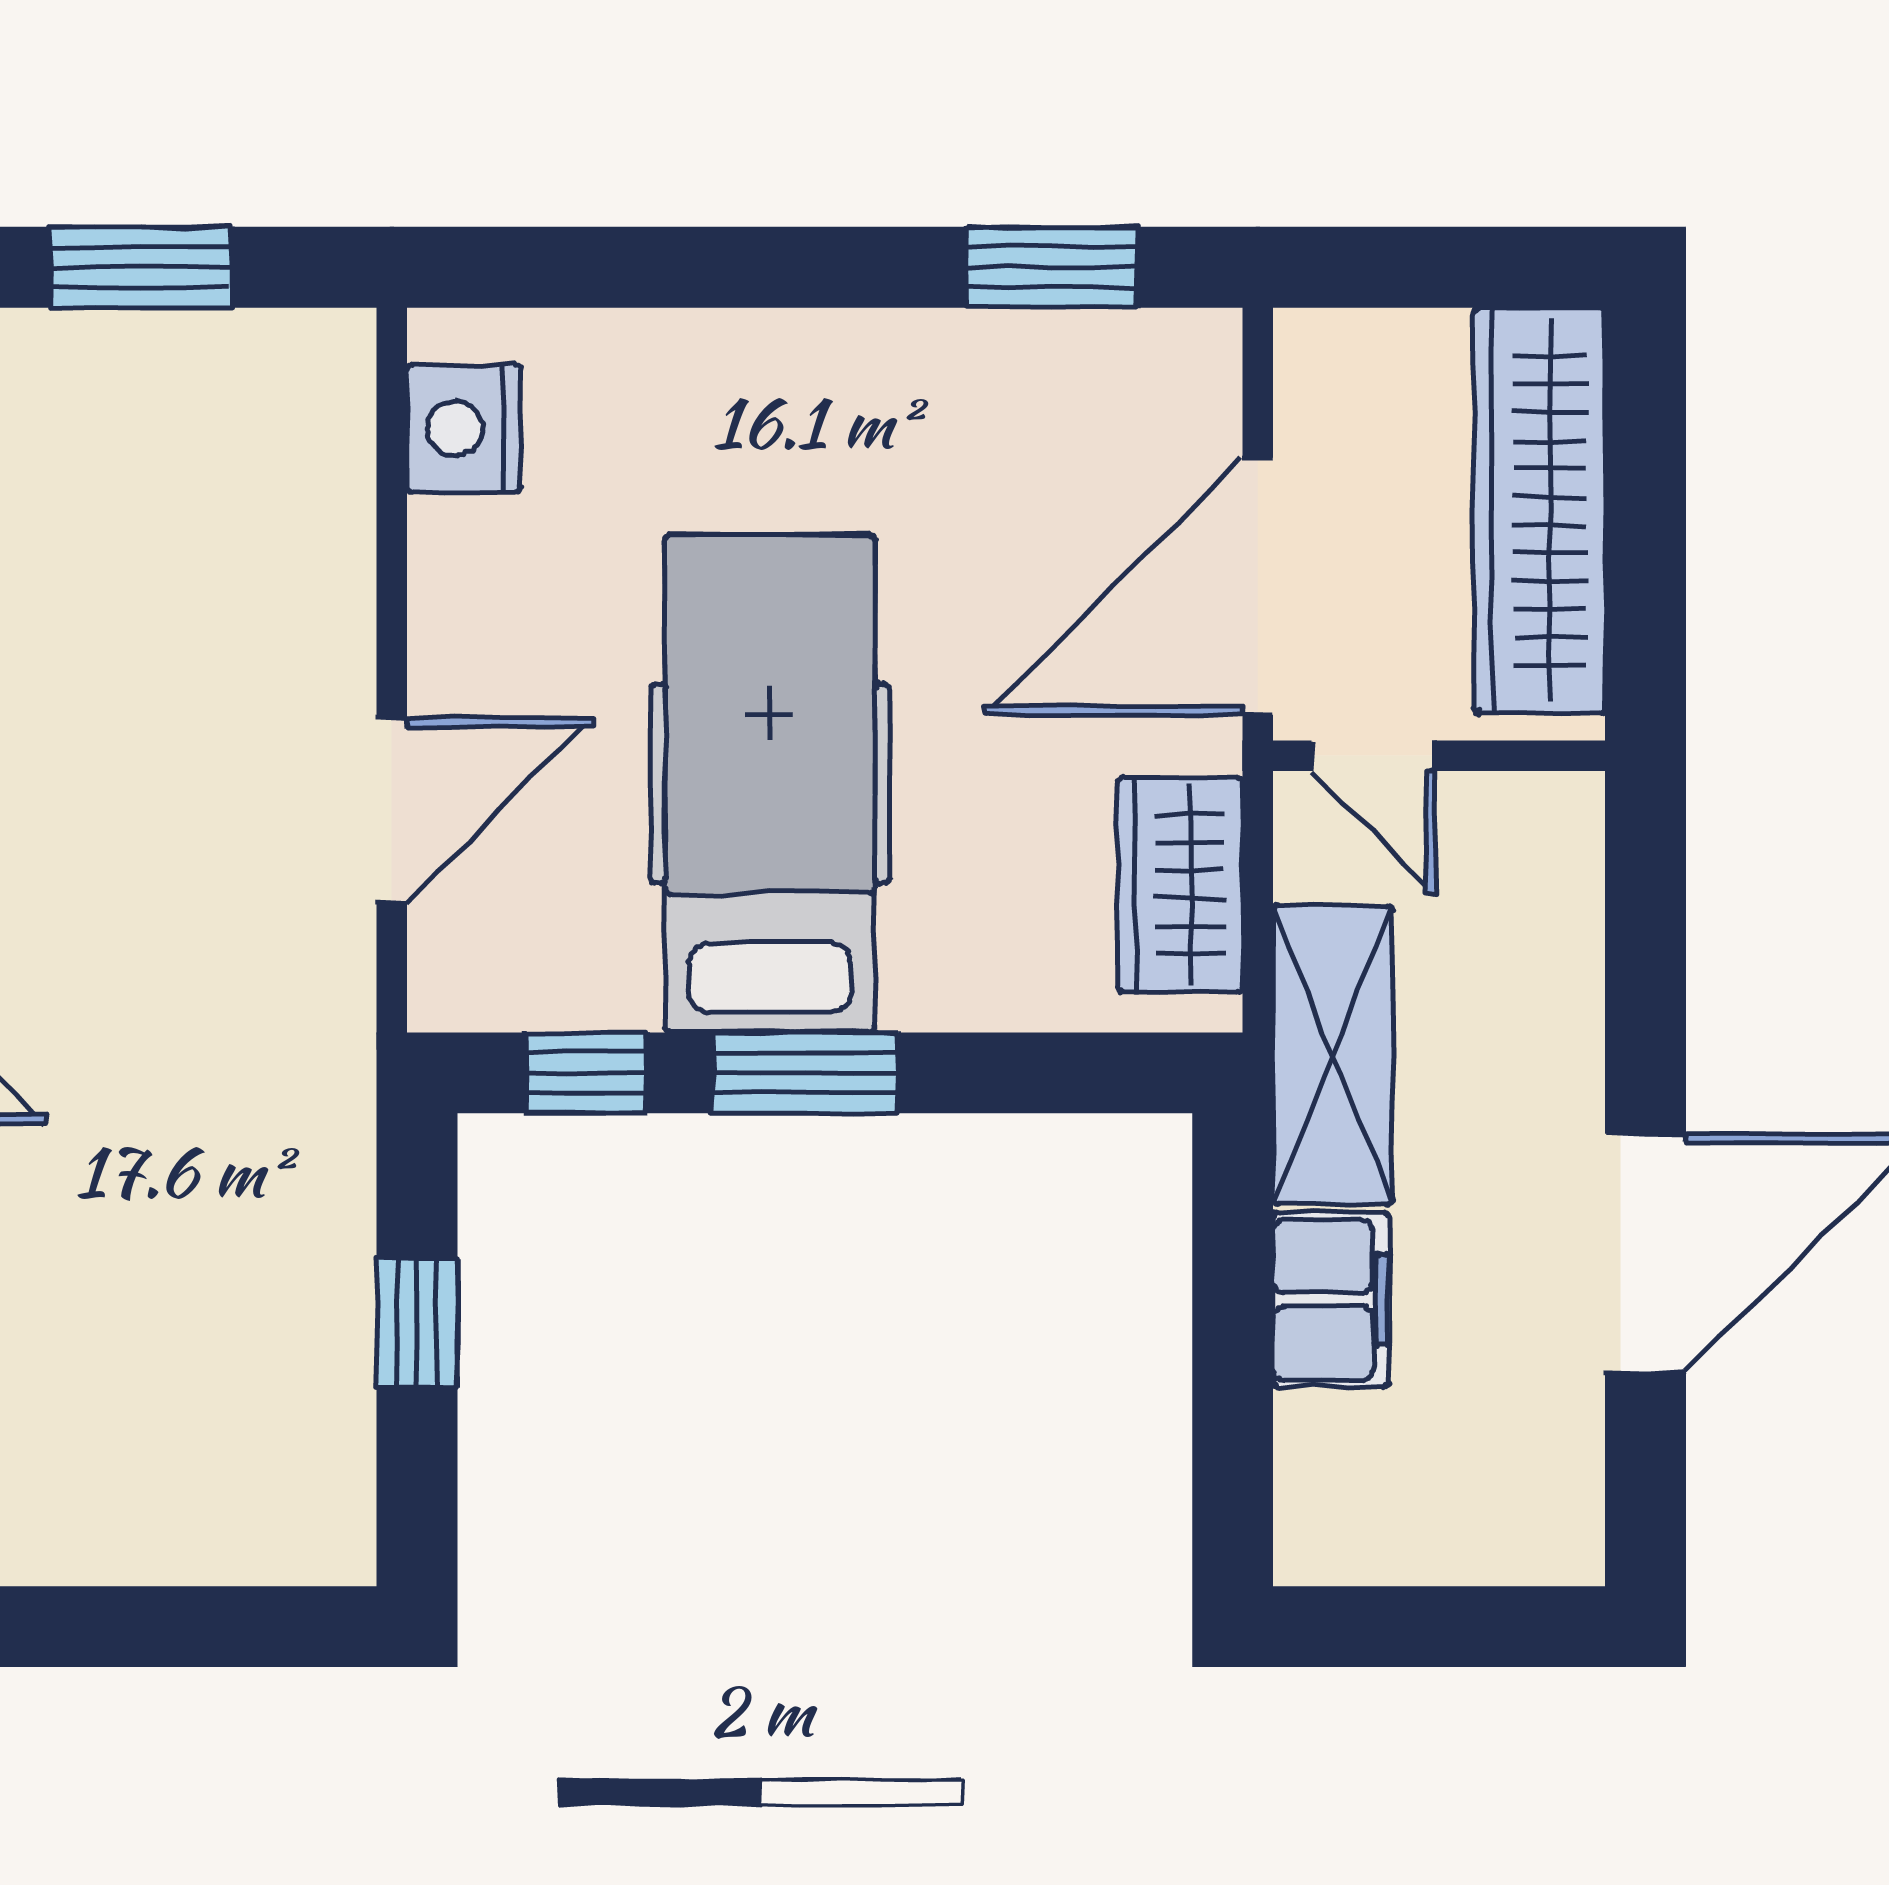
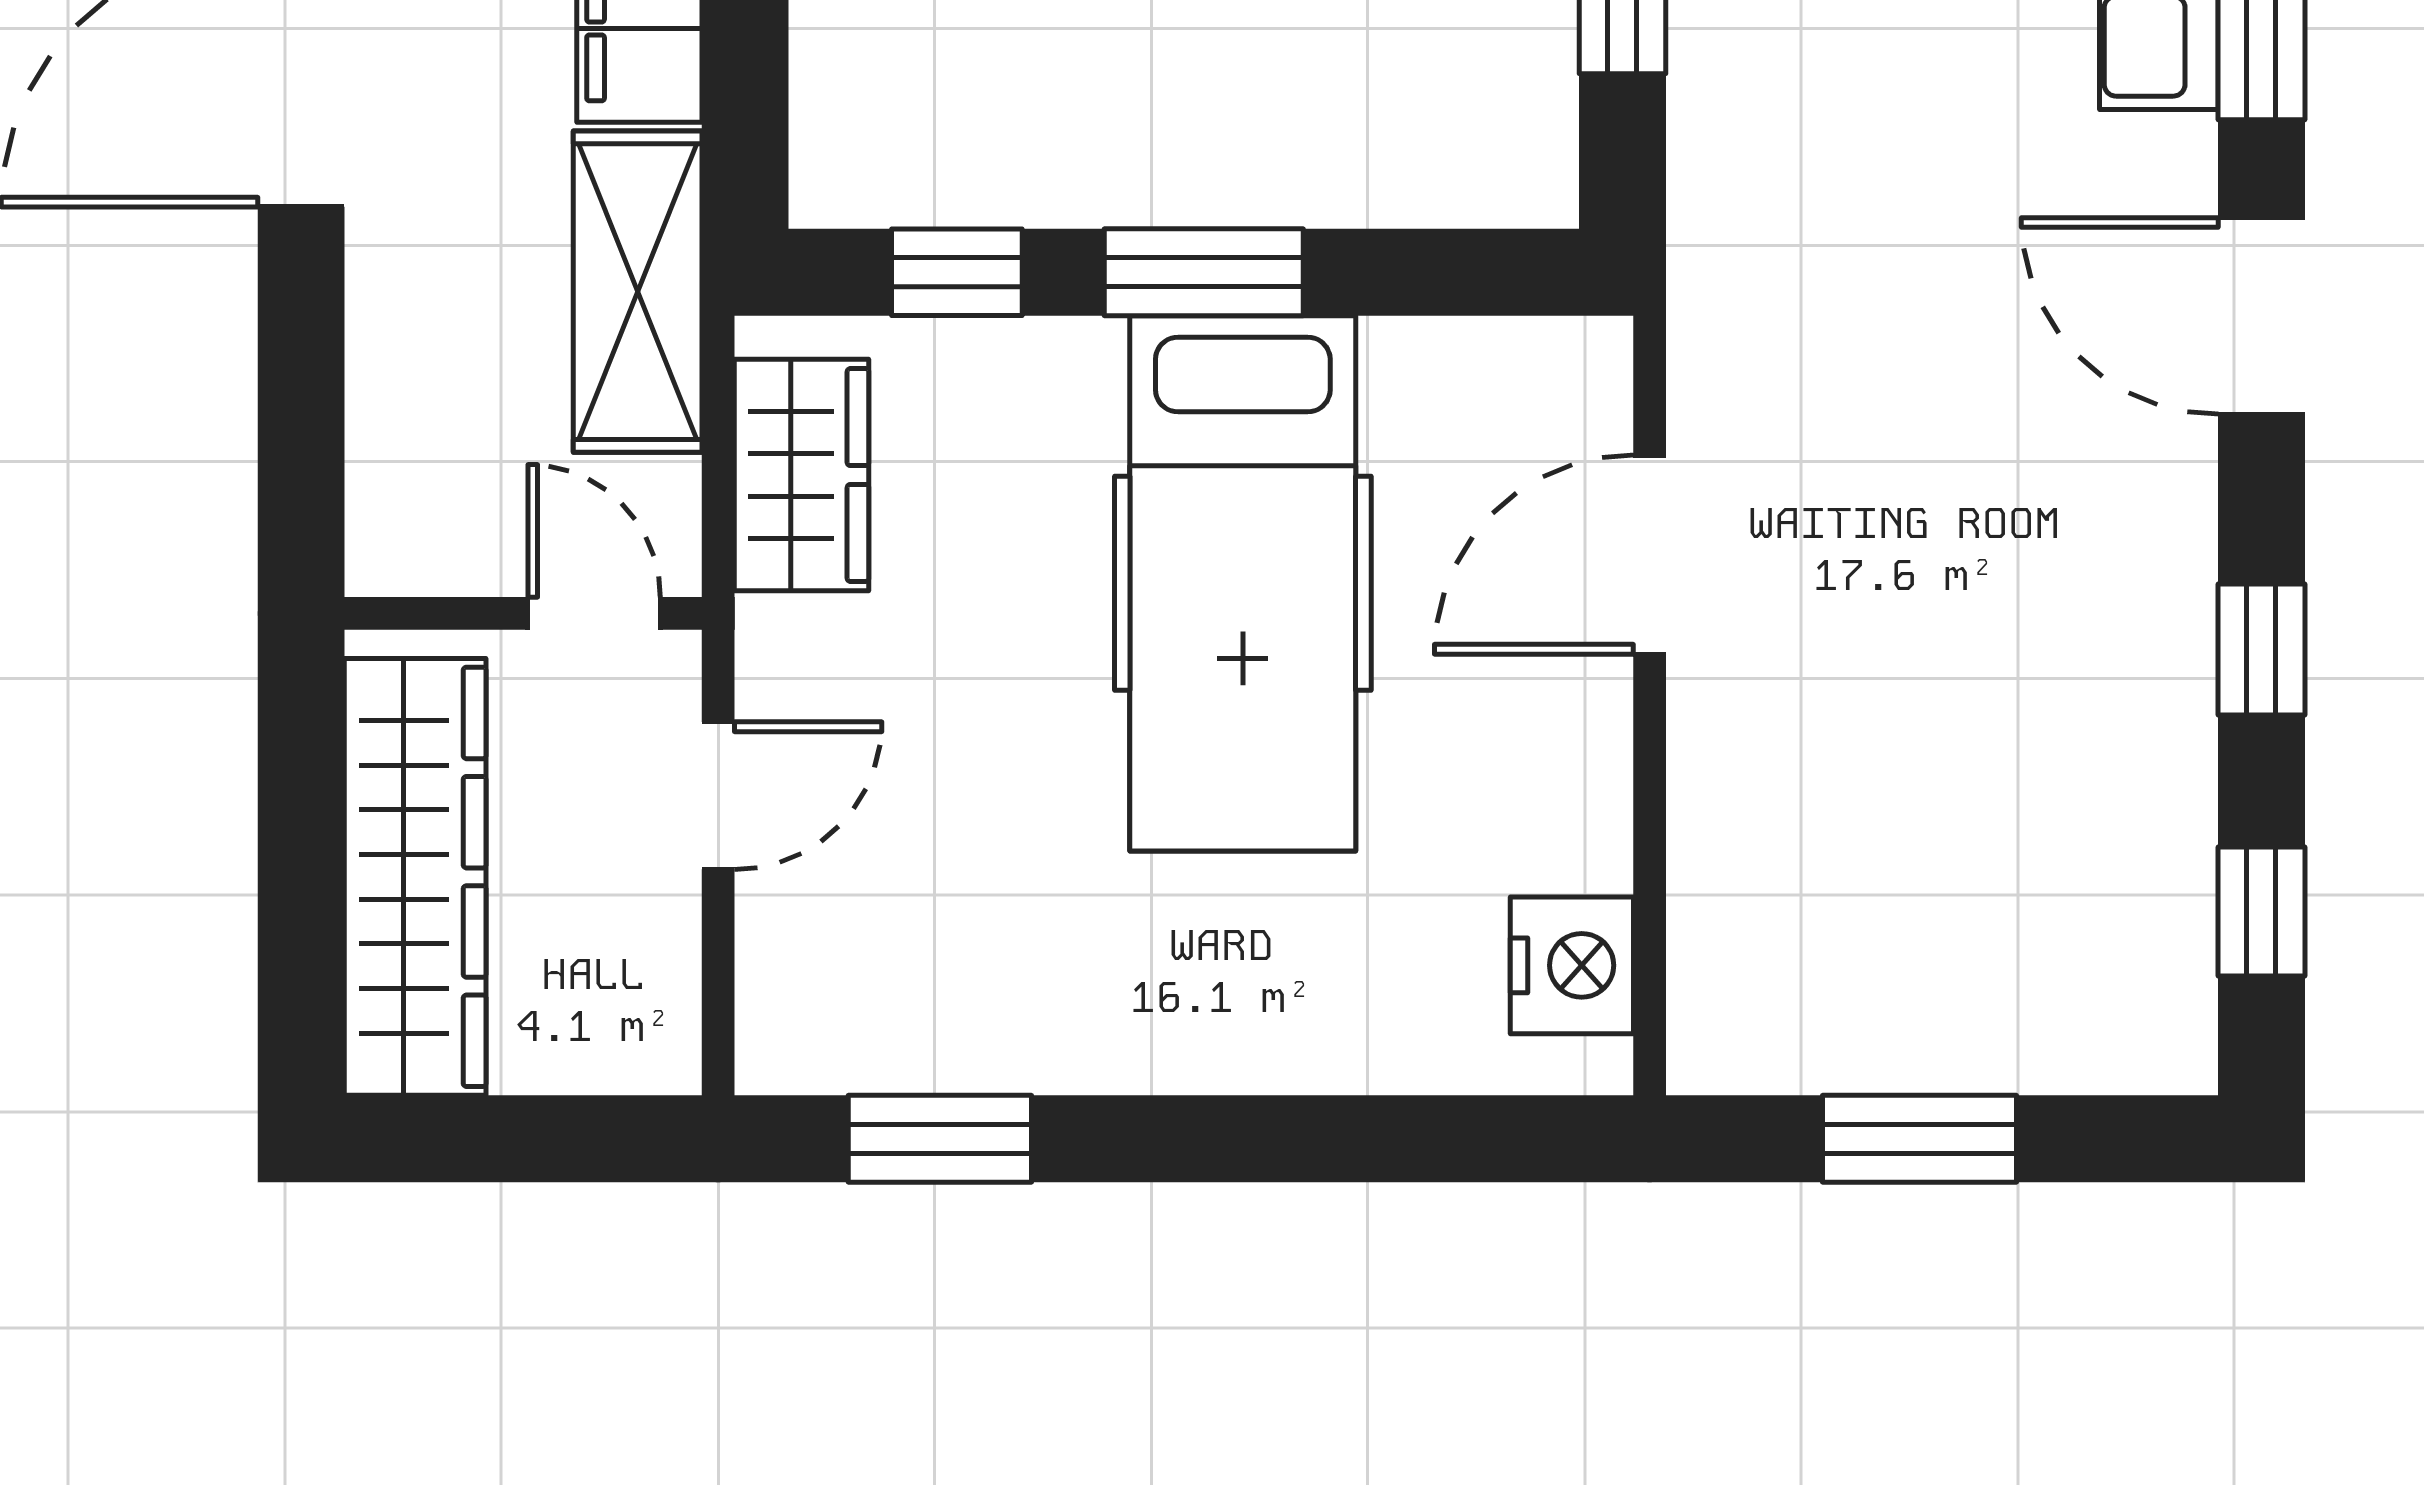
door: (1258, 586) -> (718, 796), width x0.53
window: (586, 1073) -> (957, 272), moved

